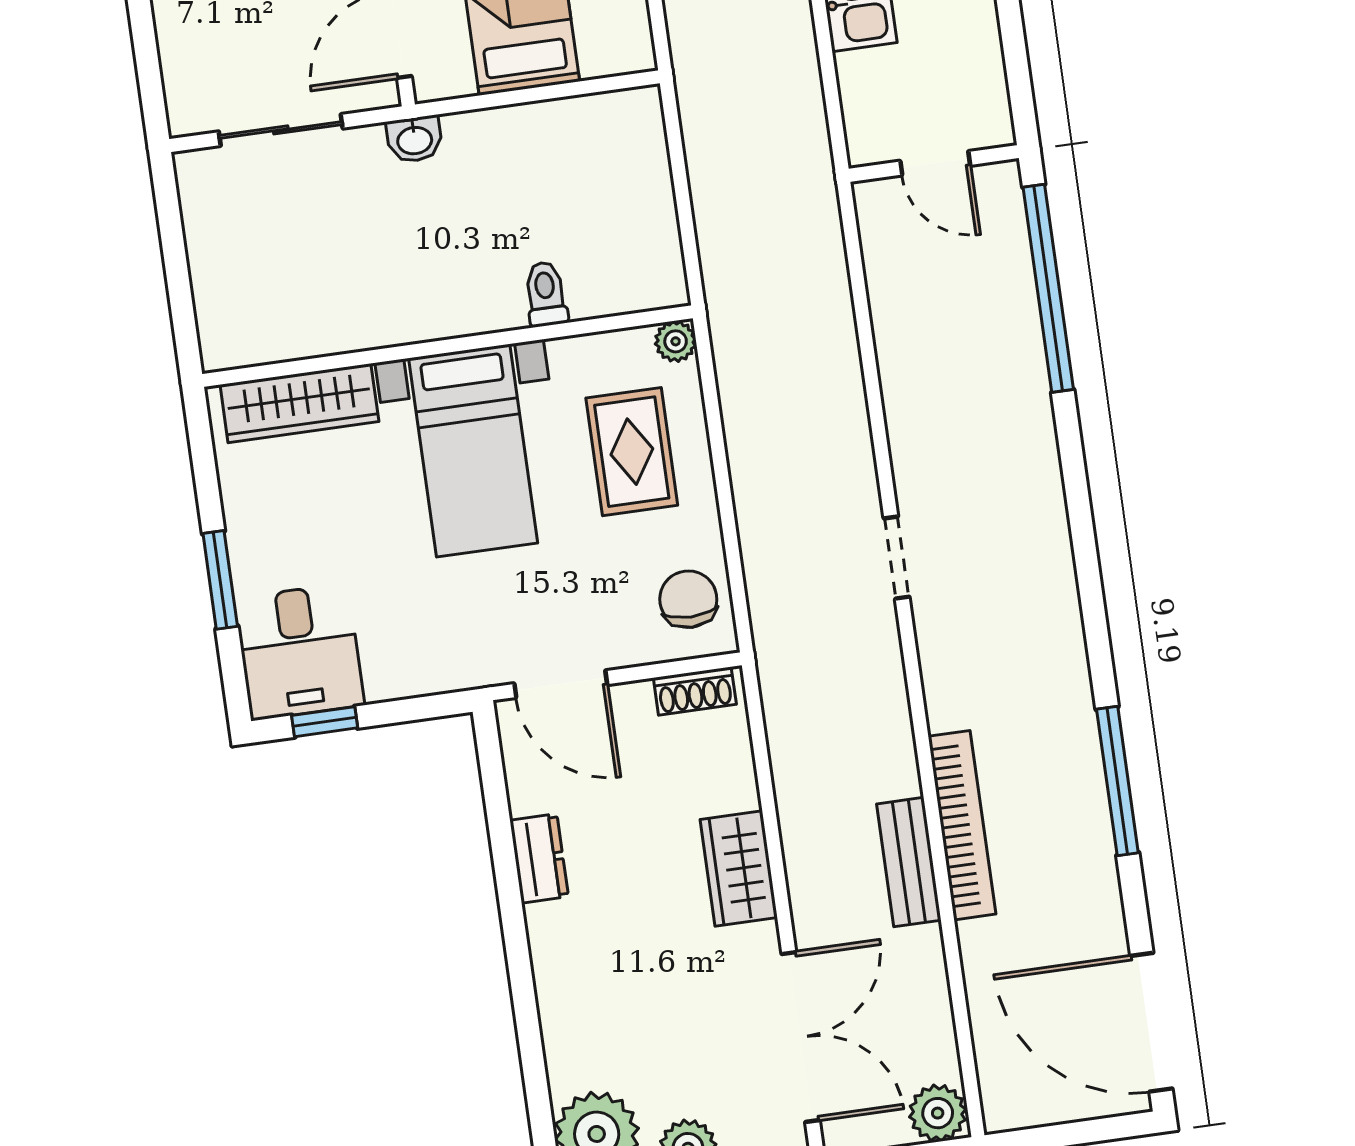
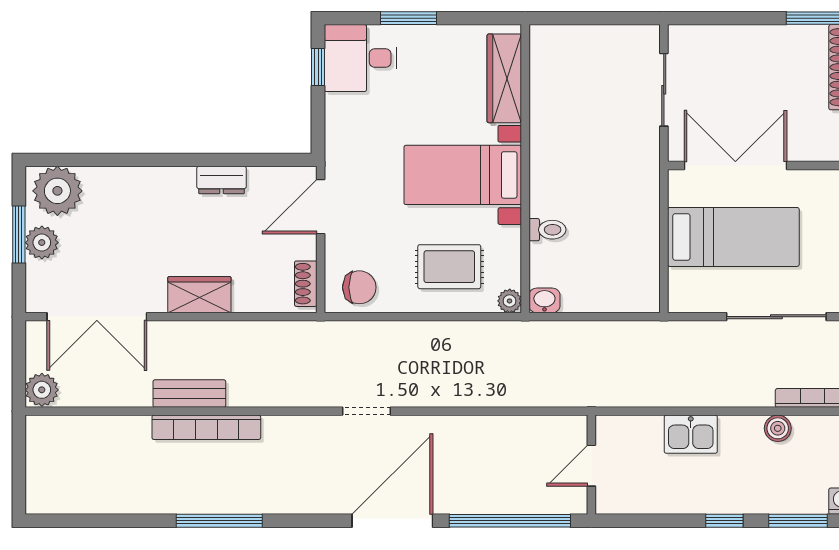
washbasin: (414, 139) -> (544, 300), moved, turned 90
door: (1151, 1022) -> (392, 521), moved

